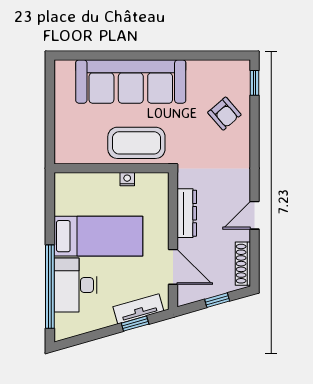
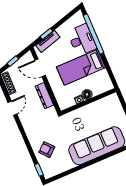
coffee table: (136, 143) -> (82, 118), removed
floor lamp: (109, 182) -> (87, 94), added

